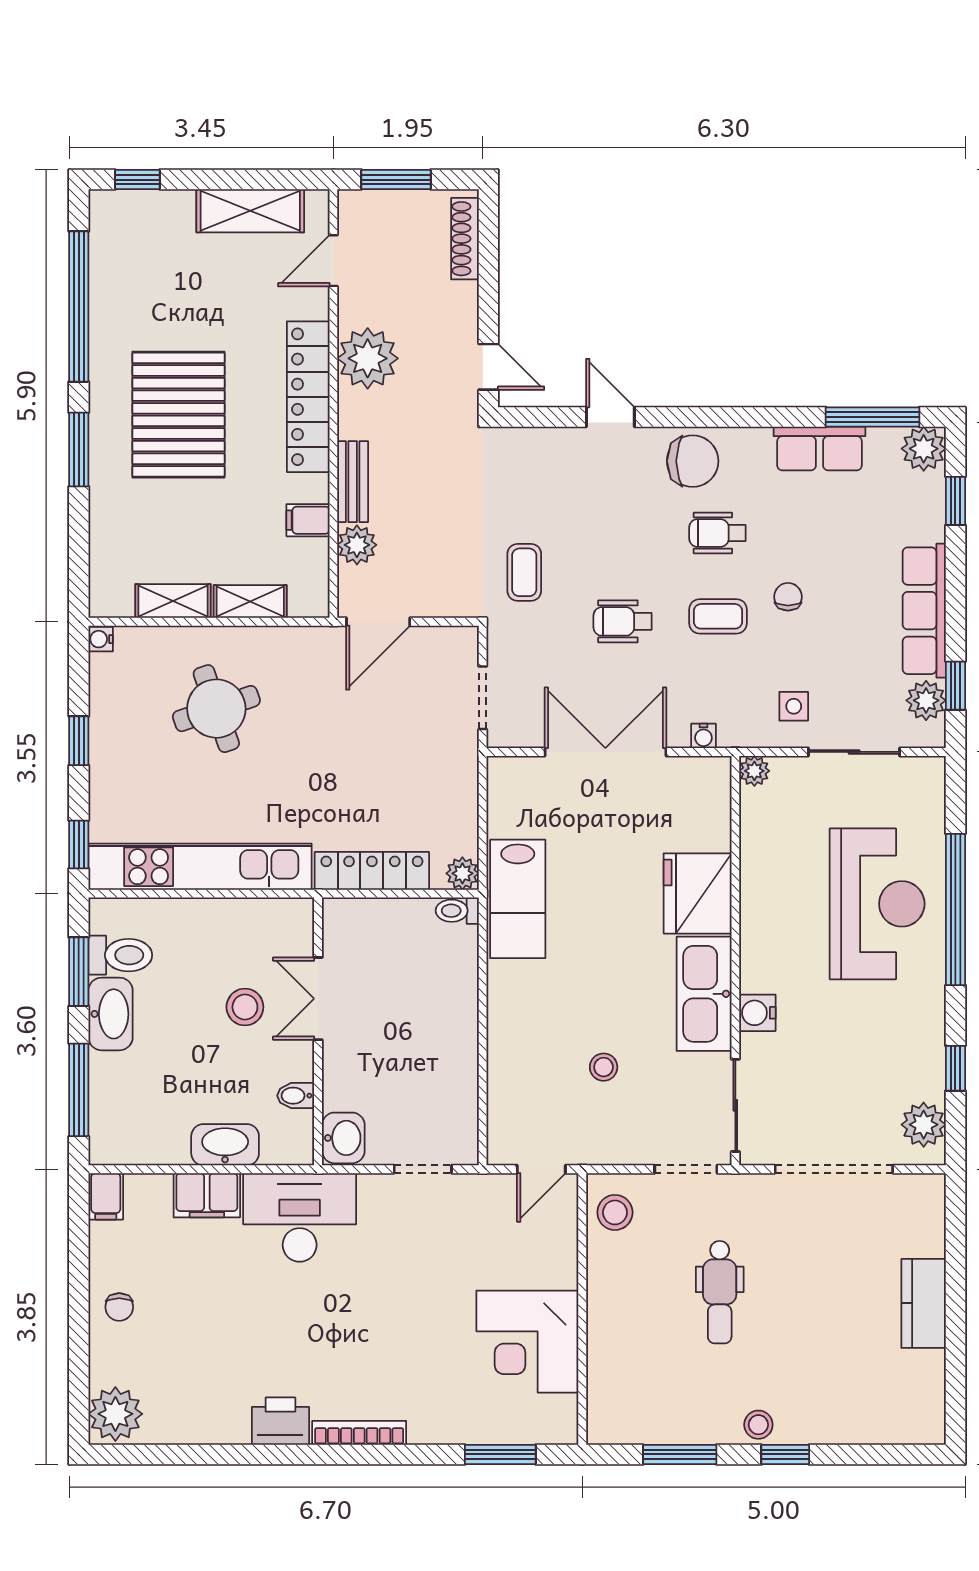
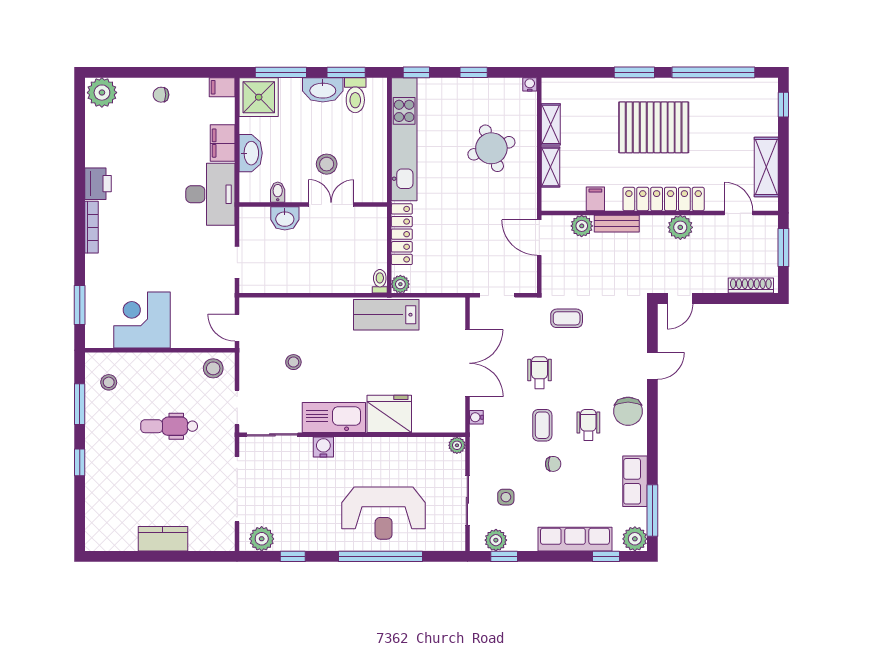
plant: (368, 358) -> (680, 227), width x0.73, depth x0.73
row of seats: (924, 611) -> (575, 539), moved
side table: (794, 706) -> (506, 497), moved
shower: (124, 1130) -> (259, 97), added
washbasin: (343, 1138) -> (285, 218), moved
stool: (758, 1425) -> (109, 382), moved

